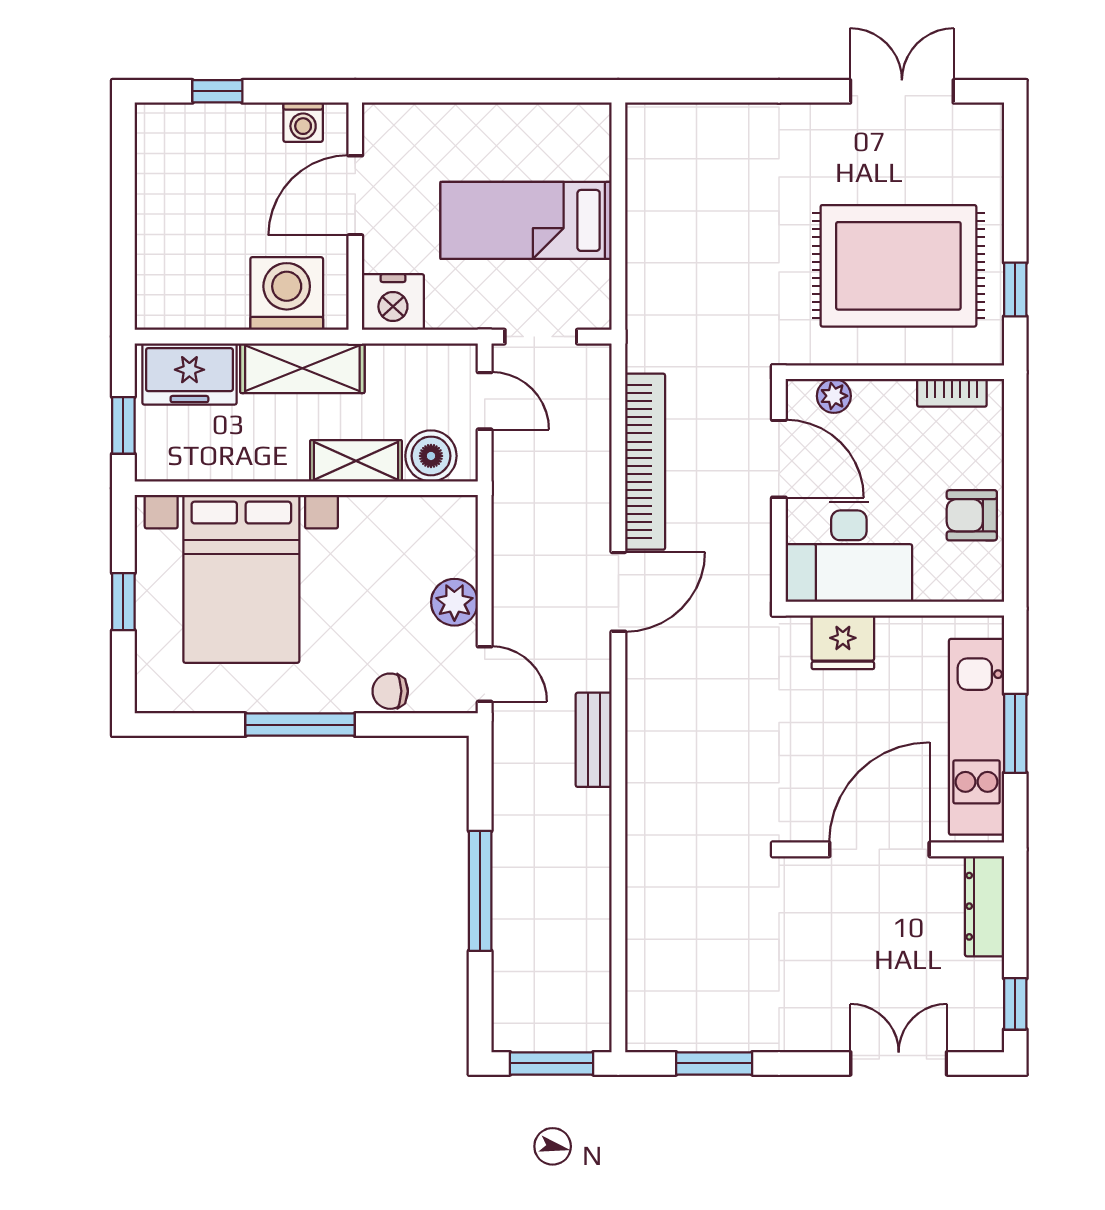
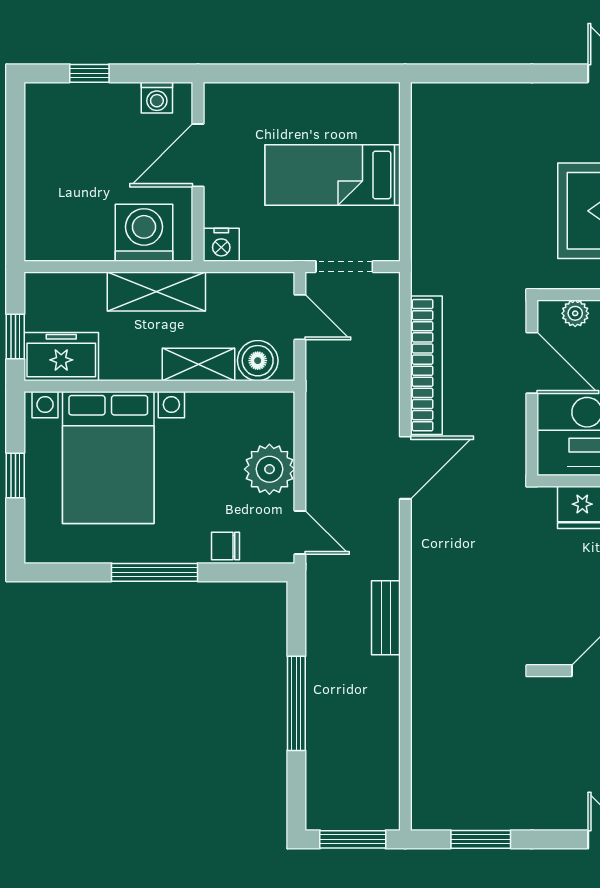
nightstand: (393, 302) -> (221, 245), width x0.74, depth x0.75
freezer: (189, 374) -> (61, 357), moved, turned 180
plant: (454, 602) -> (269, 469), width x1.36, depth x1.36
bench: (594, 740) -> (386, 618), moved

